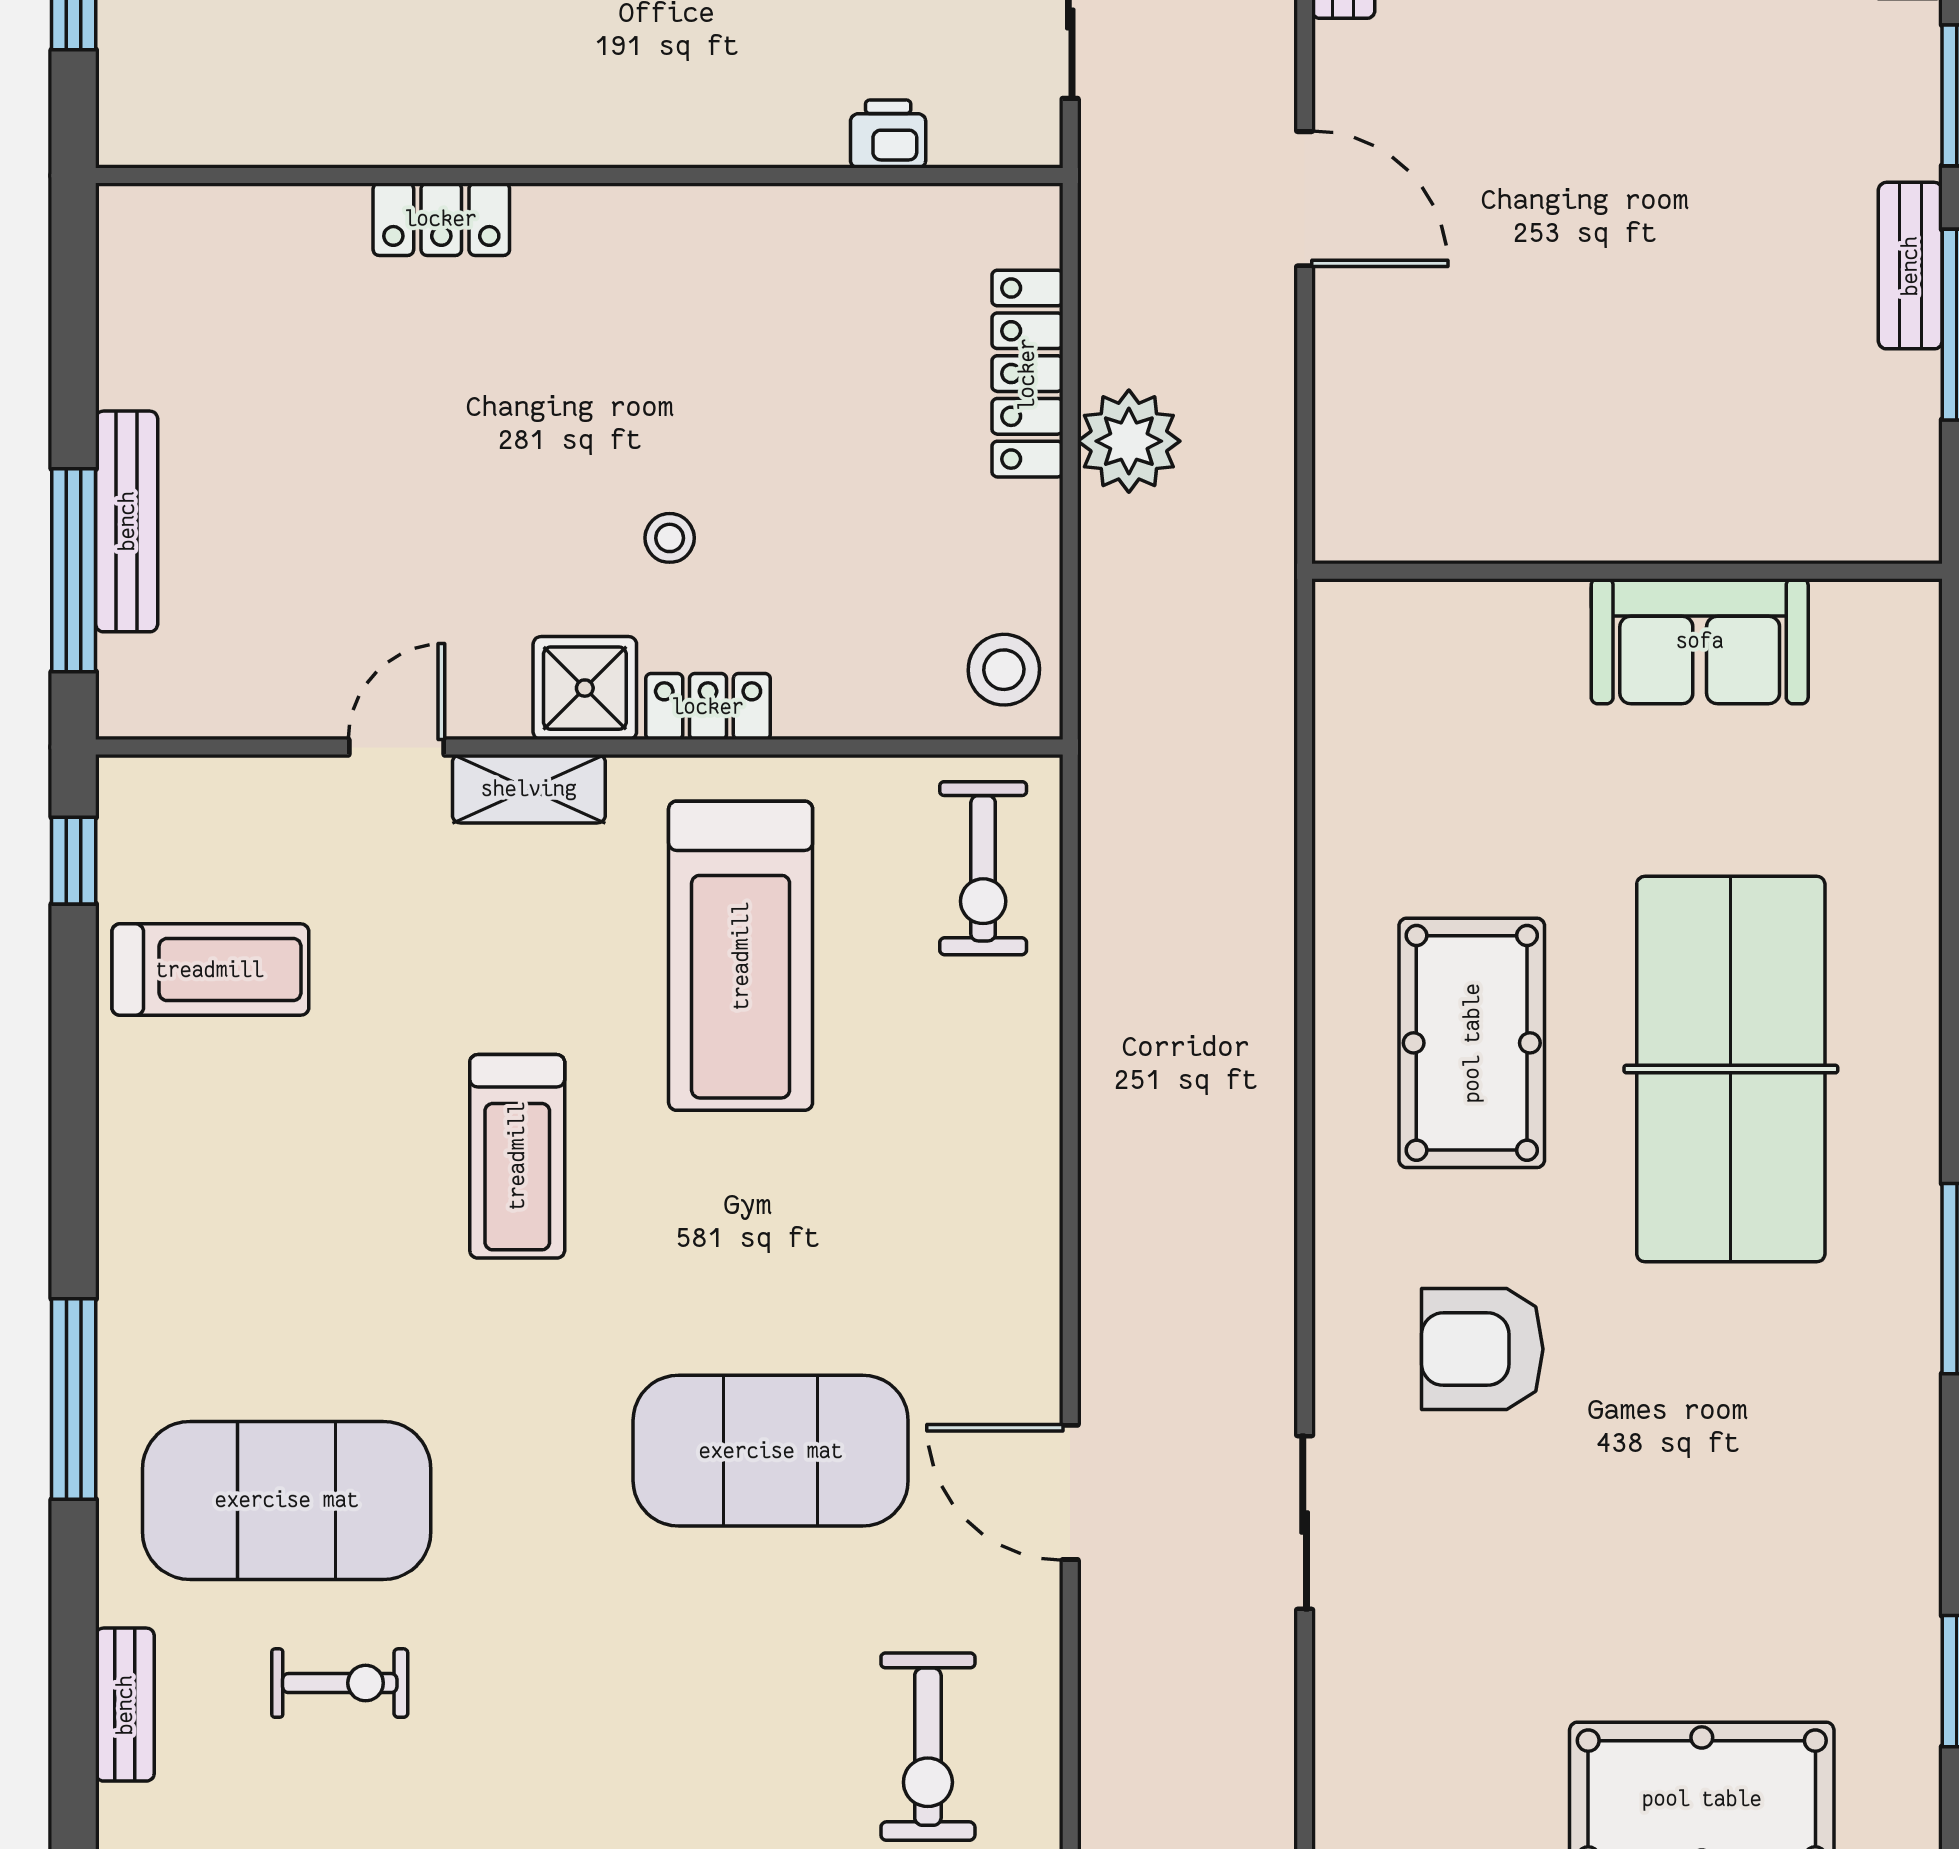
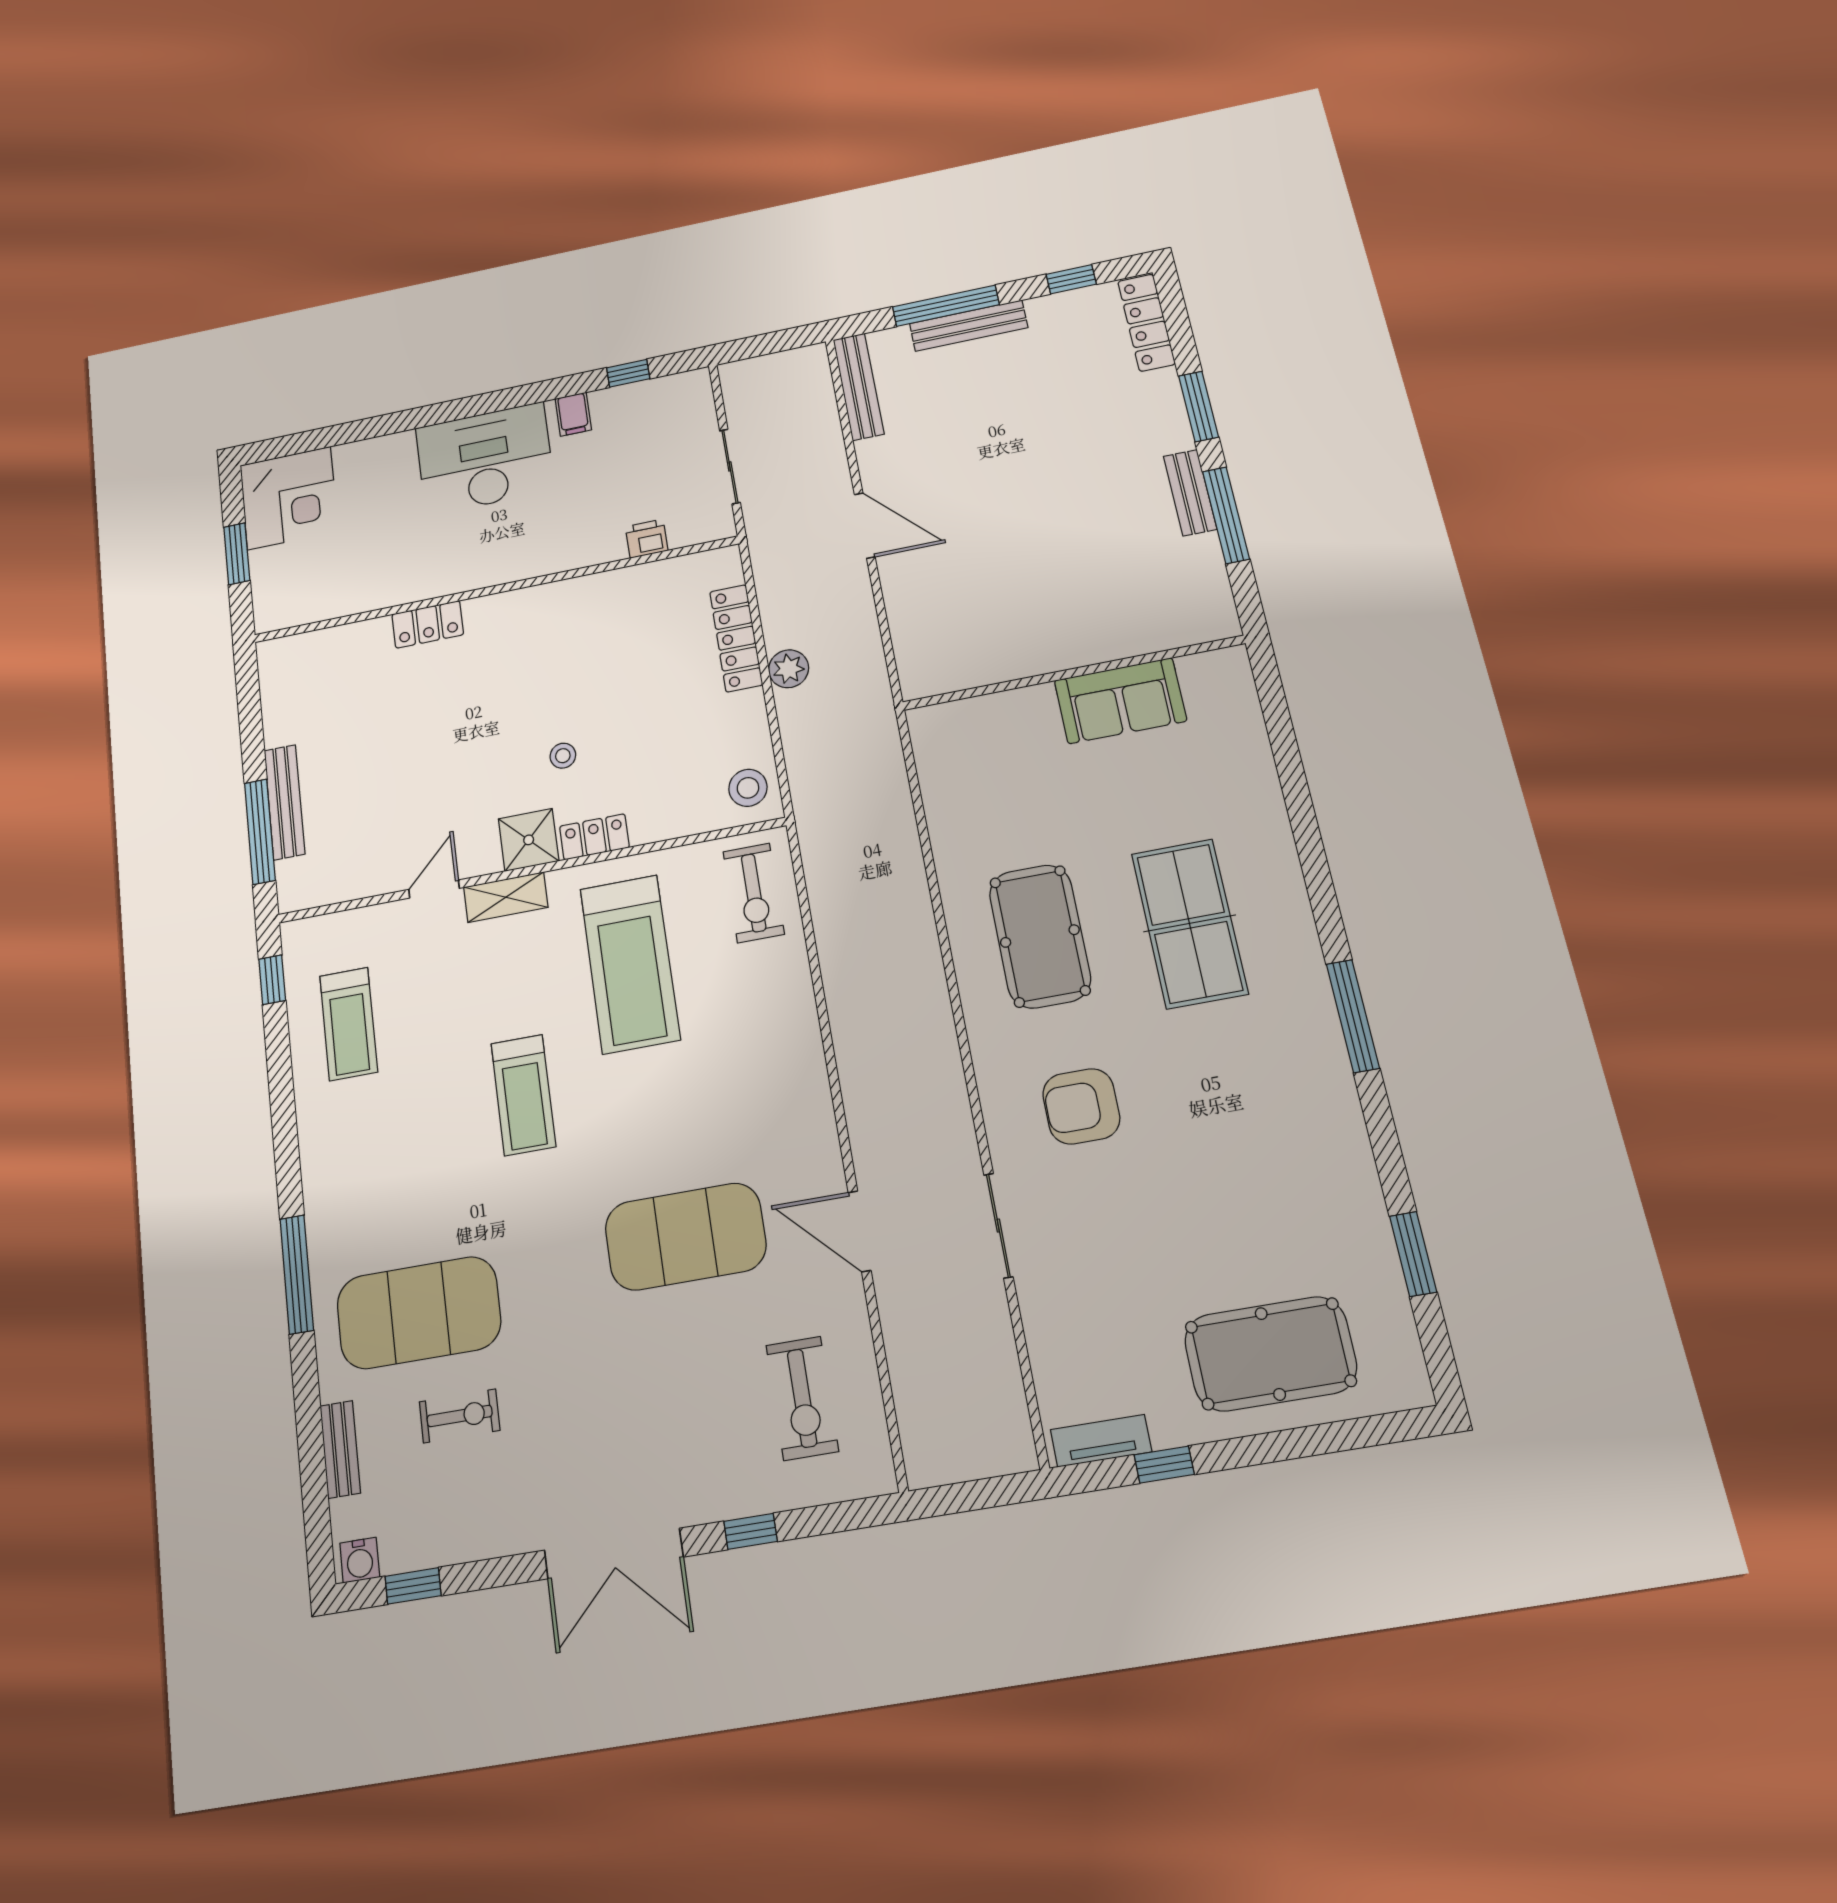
plant: (1129, 441) -> (789, 669), width x0.73, depth x0.73
treadmill: (210, 970) -> (349, 1024), turned 90
table tennis table: (1731, 1069) -> (1189, 923), width x0.73, depth x0.76

